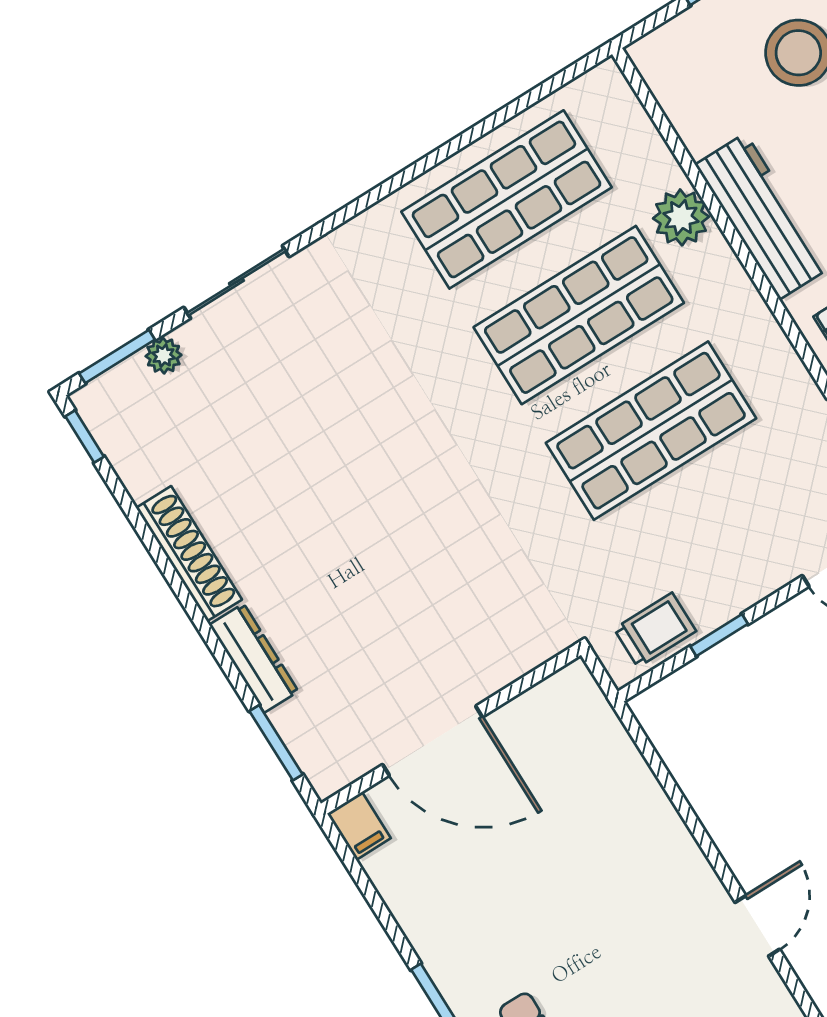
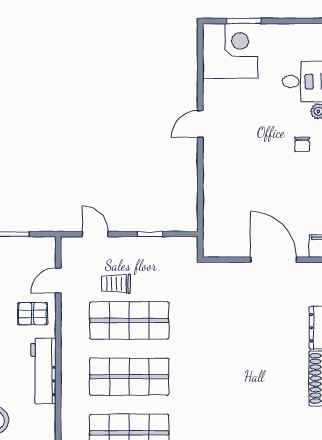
plant: (681, 217) -> (72, 388), removed
trolley: (655, 630) -> (116, 284), moved

